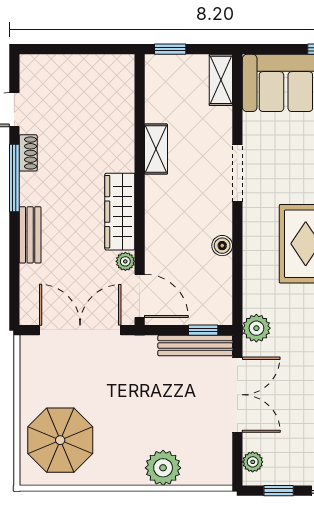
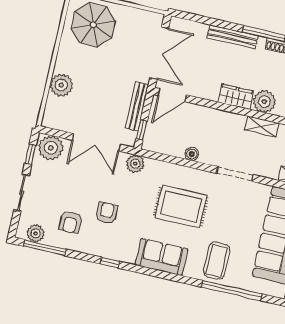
wardrobe: (120, 212) -> (236, 97), width x0.67
bench: (30, 235) -> (232, 37), width x1.36
plant: (125, 261) -> (264, 101), moved, width x1.88, depth x1.88
bench: (195, 346) -> (137, 106), moved
plant: (253, 462) -> (51, 148), width x1.88, depth x1.88

